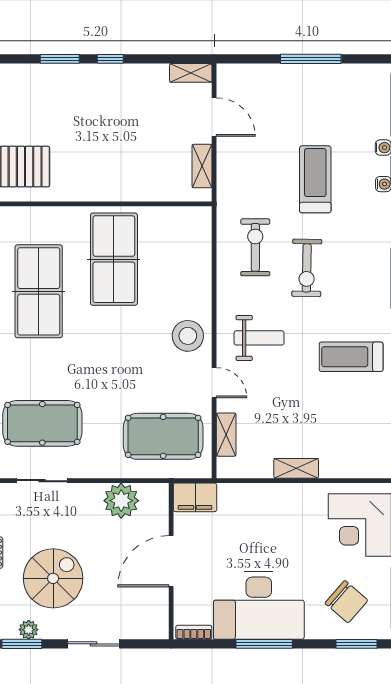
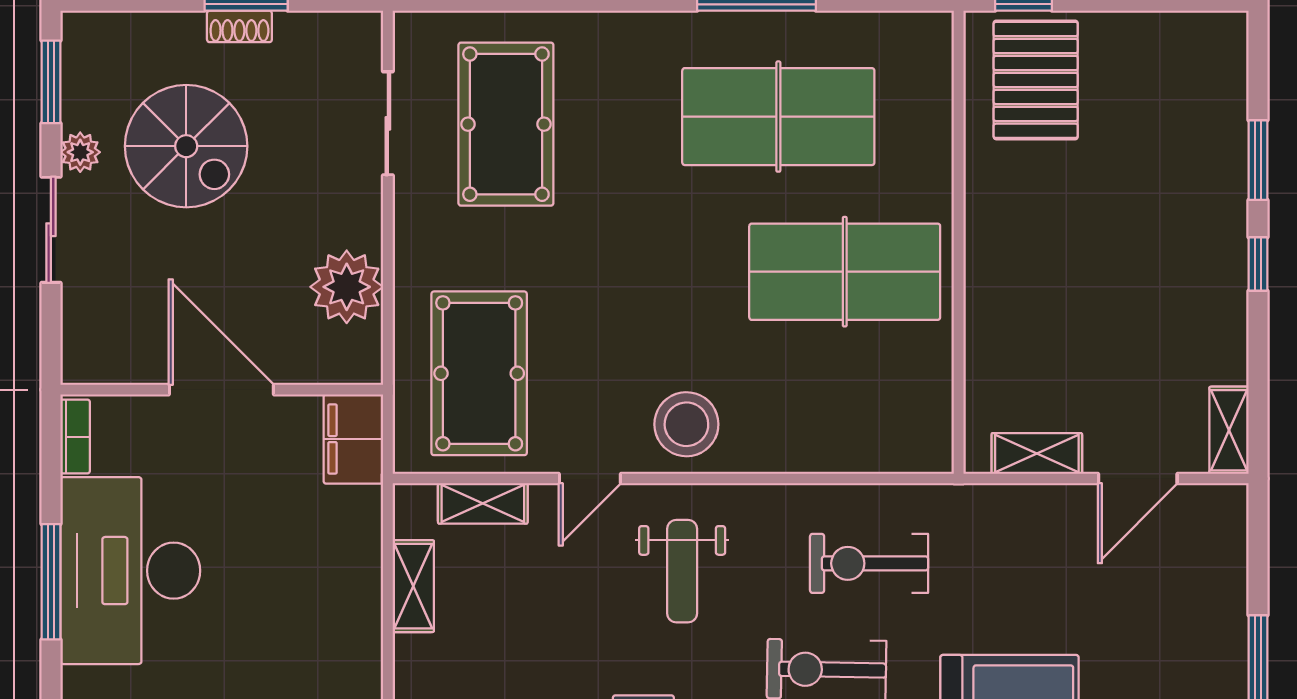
exercise bike: (255, 247) -> (869, 563), turned 180
shelving: (296, 468) -> (413, 586), moved
plant: (29, 630) -> (80, 152), moved

